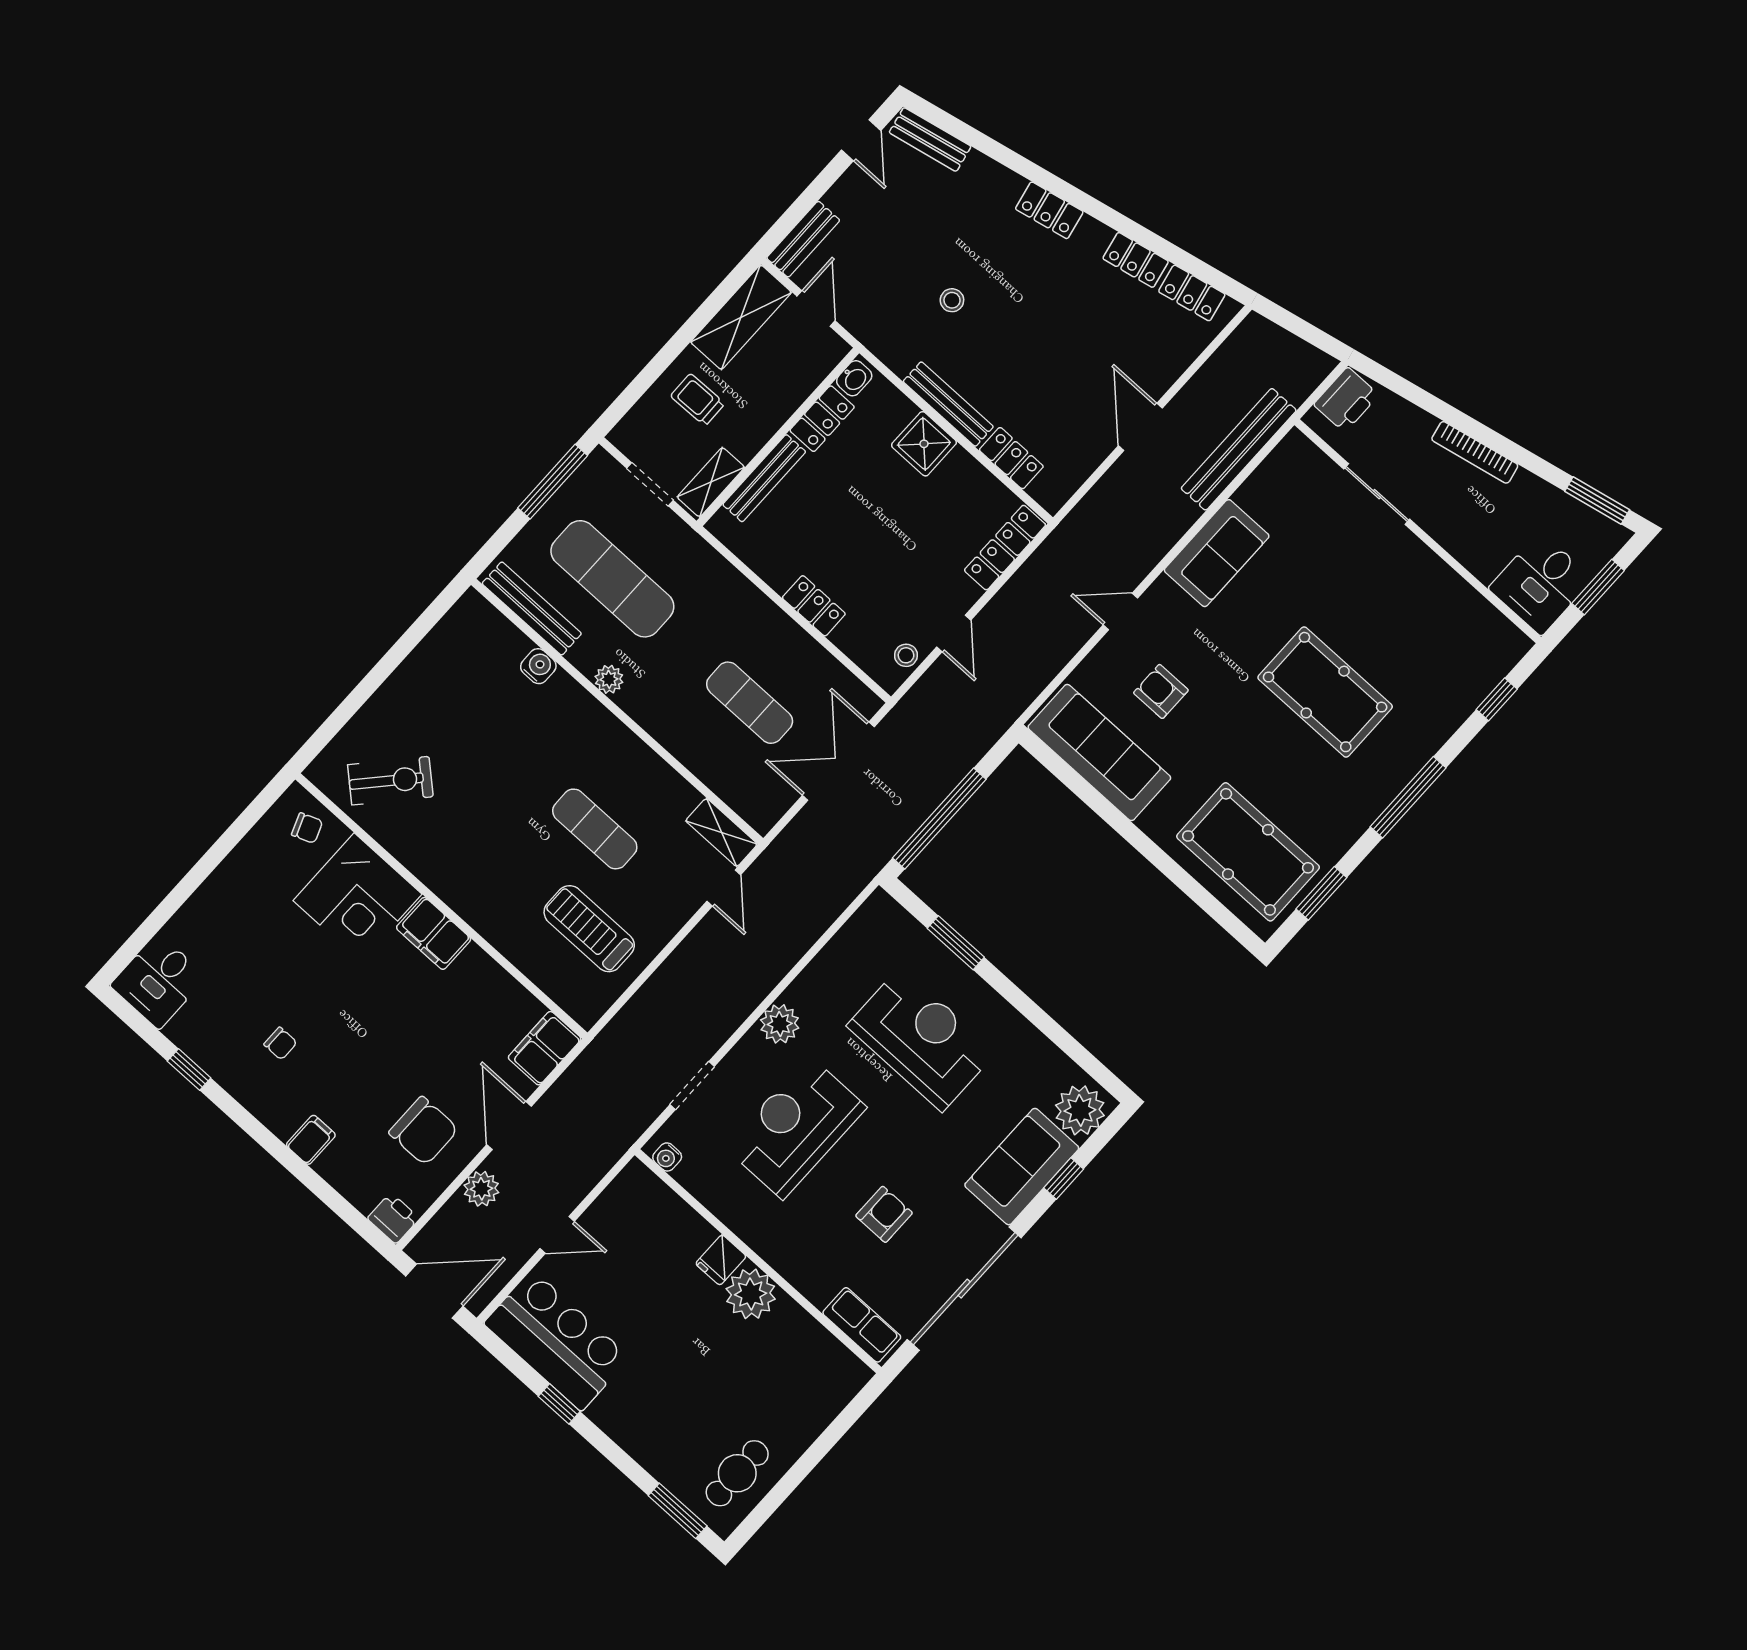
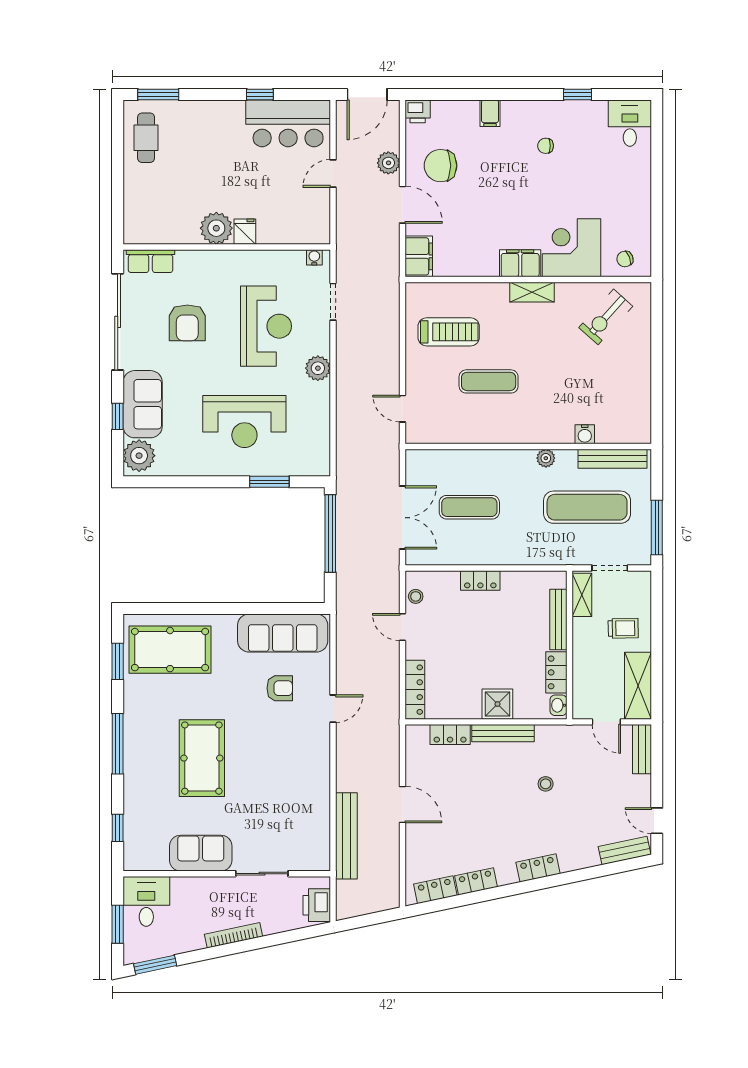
sofa: (1217, 553) -> (201, 853), moved, turned 90
pool table: (1325, 692) -> (202, 758), turned 90
shelving: (721, 832) -> (532, 292), moved
armchair: (884, 1214) -> (187, 323), width x1.38, depth x1.38

